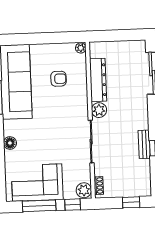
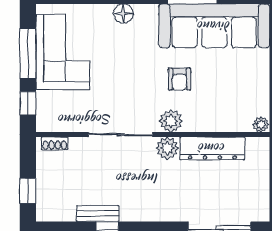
armchair: (58, 79) -> (180, 79), moved
bench: (144, 144) -> (98, 214), moved
plant: (84, 190) -> (171, 121), moved

